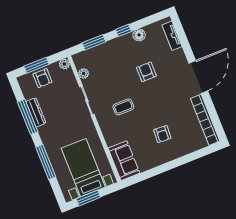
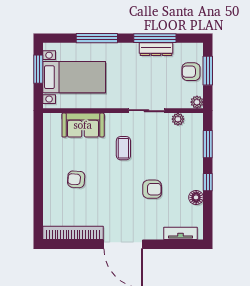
sofa: (124, 161) -> (83, 125), moved

